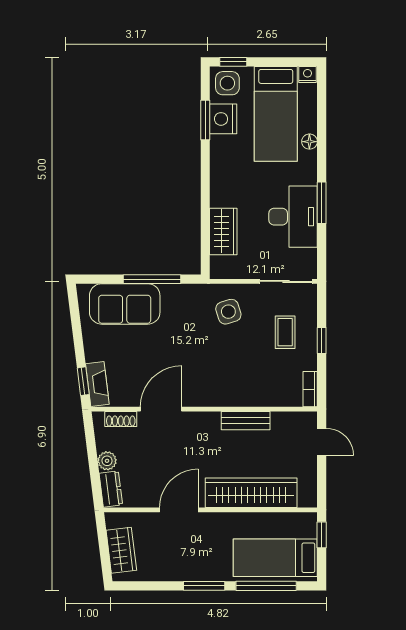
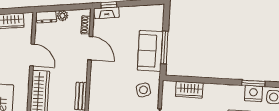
sofa: (125, 304) -> (150, 51), moved

